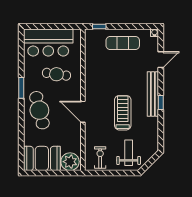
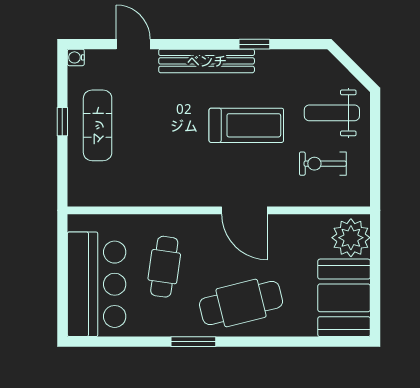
window: (99, 27) -> (62, 122), moved
window: (161, 103) -> (254, 44), moved
door: (83, 112) -> (244, 210), hinge flipped
treadmill: (123, 113) -> (246, 125), turned 180
exercise bike: (100, 157) -> (323, 164), moved

